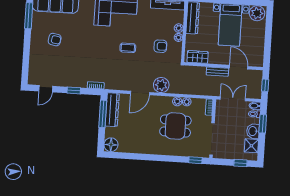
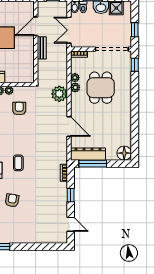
armchair: (55, 40) -> (12, 200), moved
coffee table: (128, 48) -> (18, 163), moved
wardrobe: (198, 57) -> (28, 69), removed
plant: (161, 85) -> (59, 94), moved
window: (240, 163) -> (135, 30), moved

